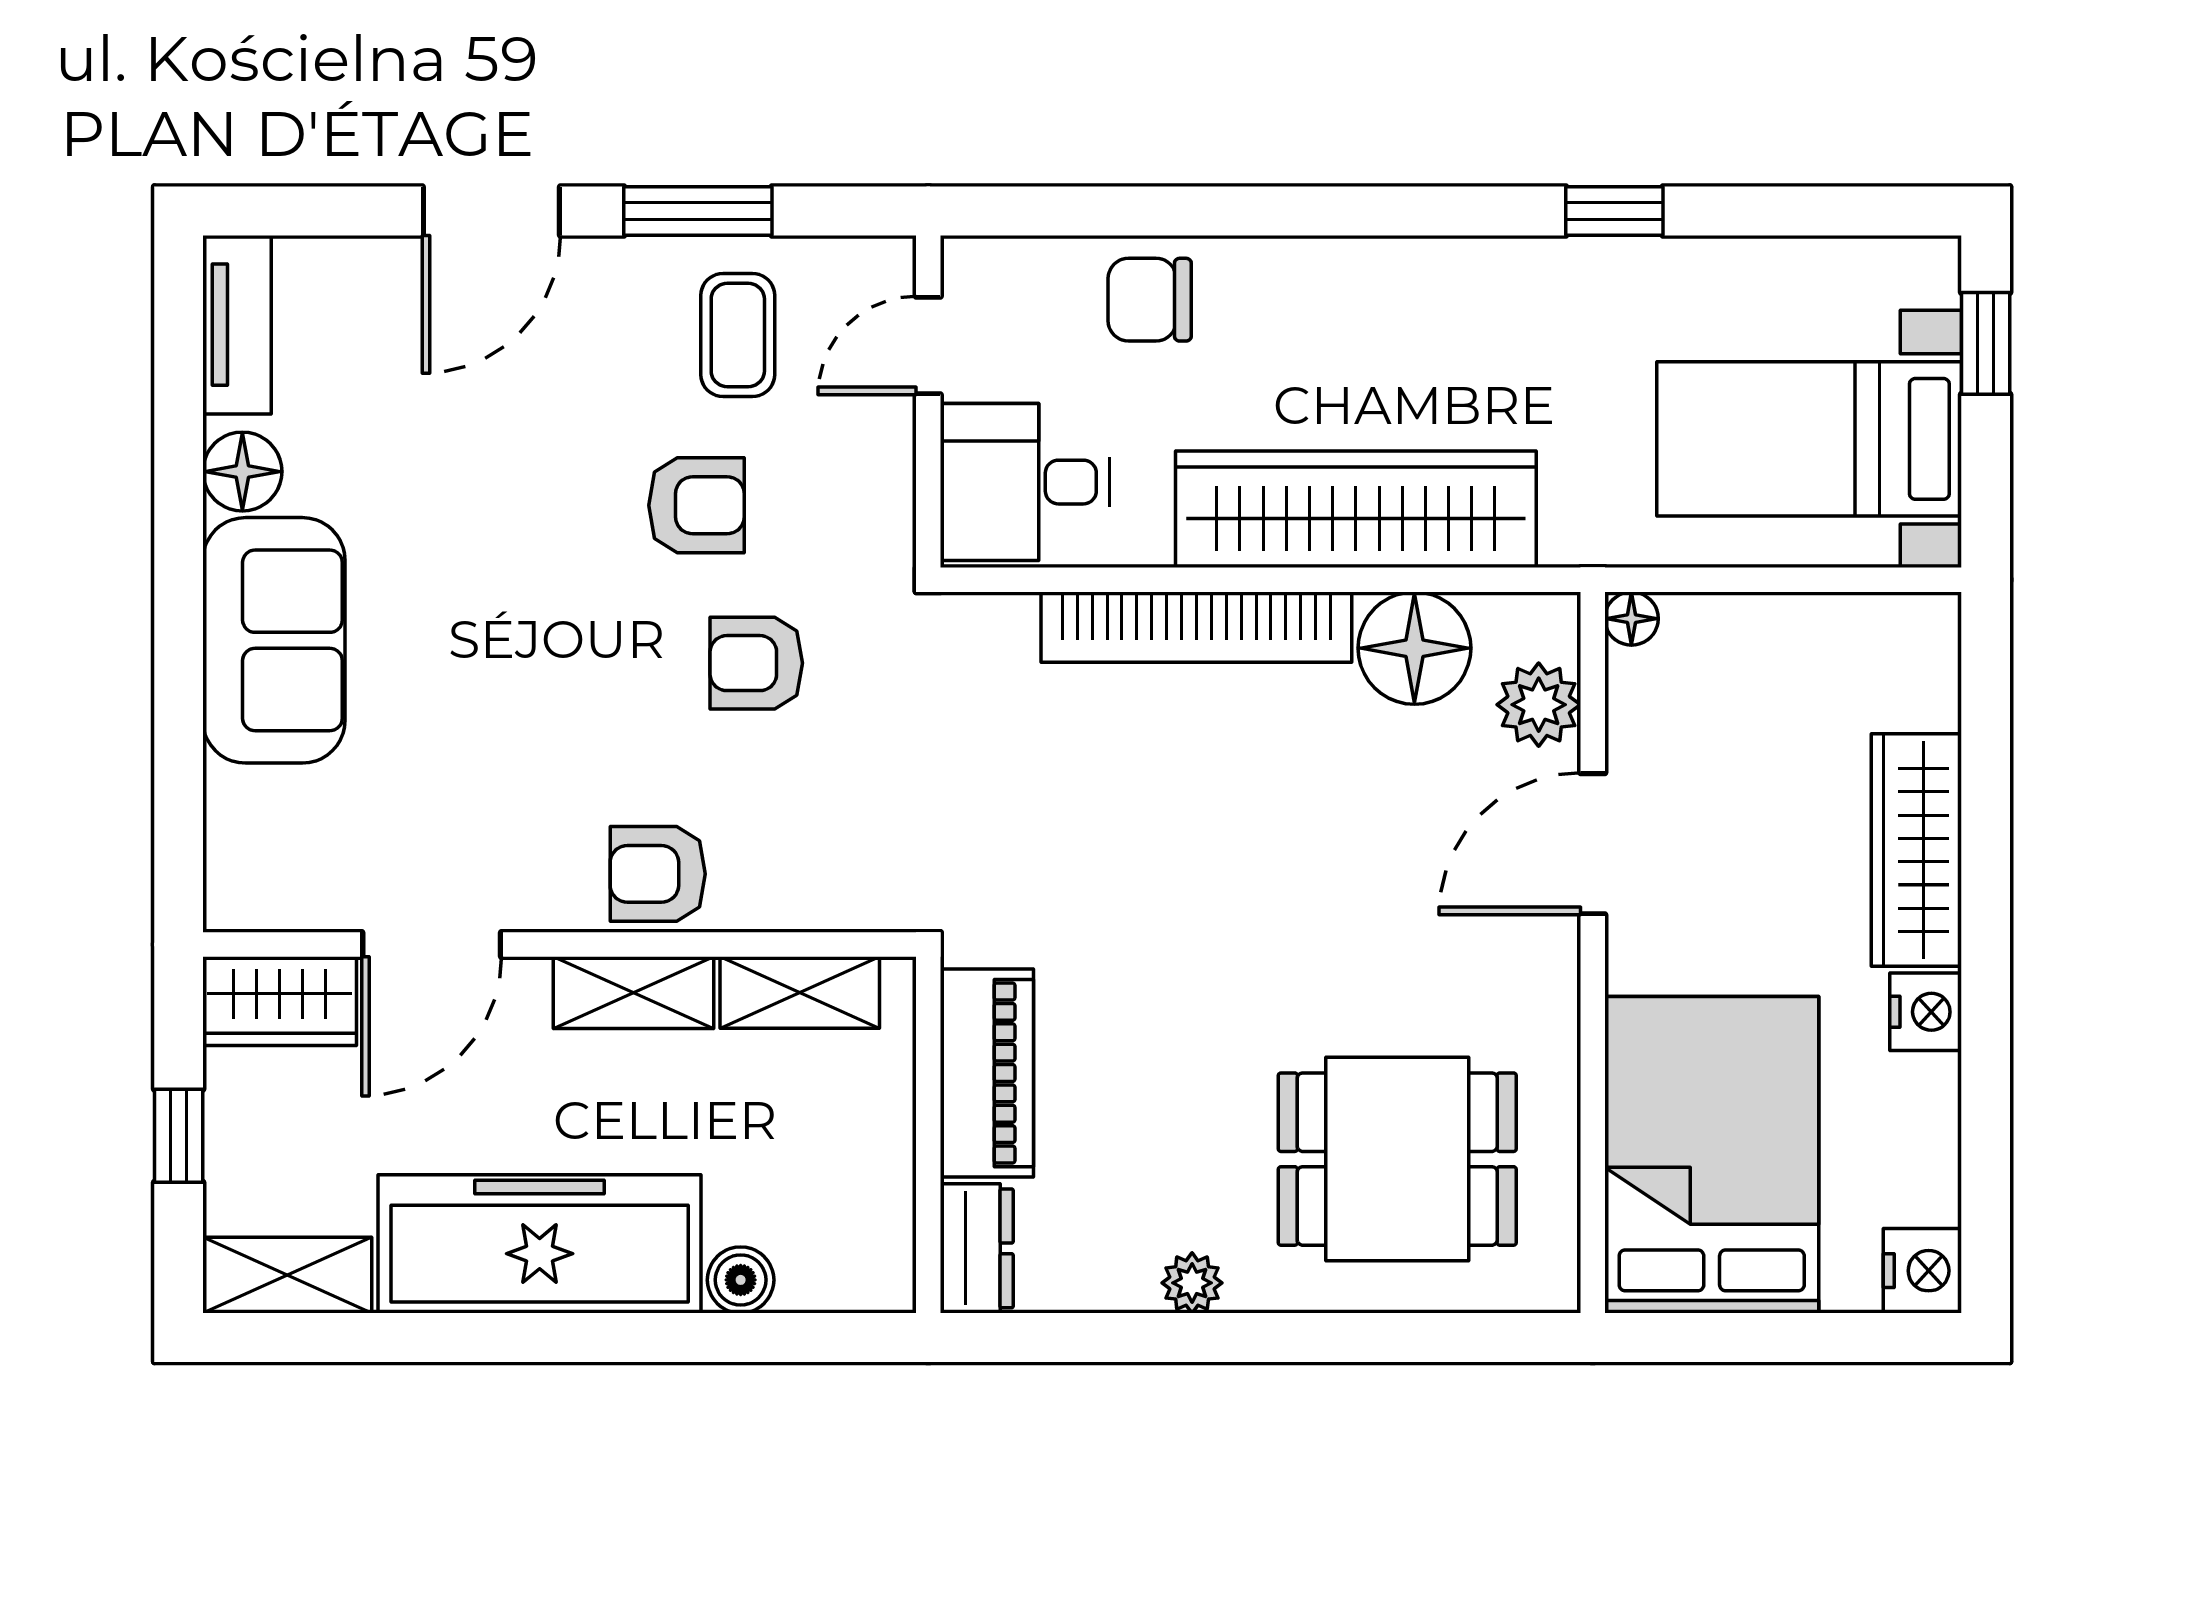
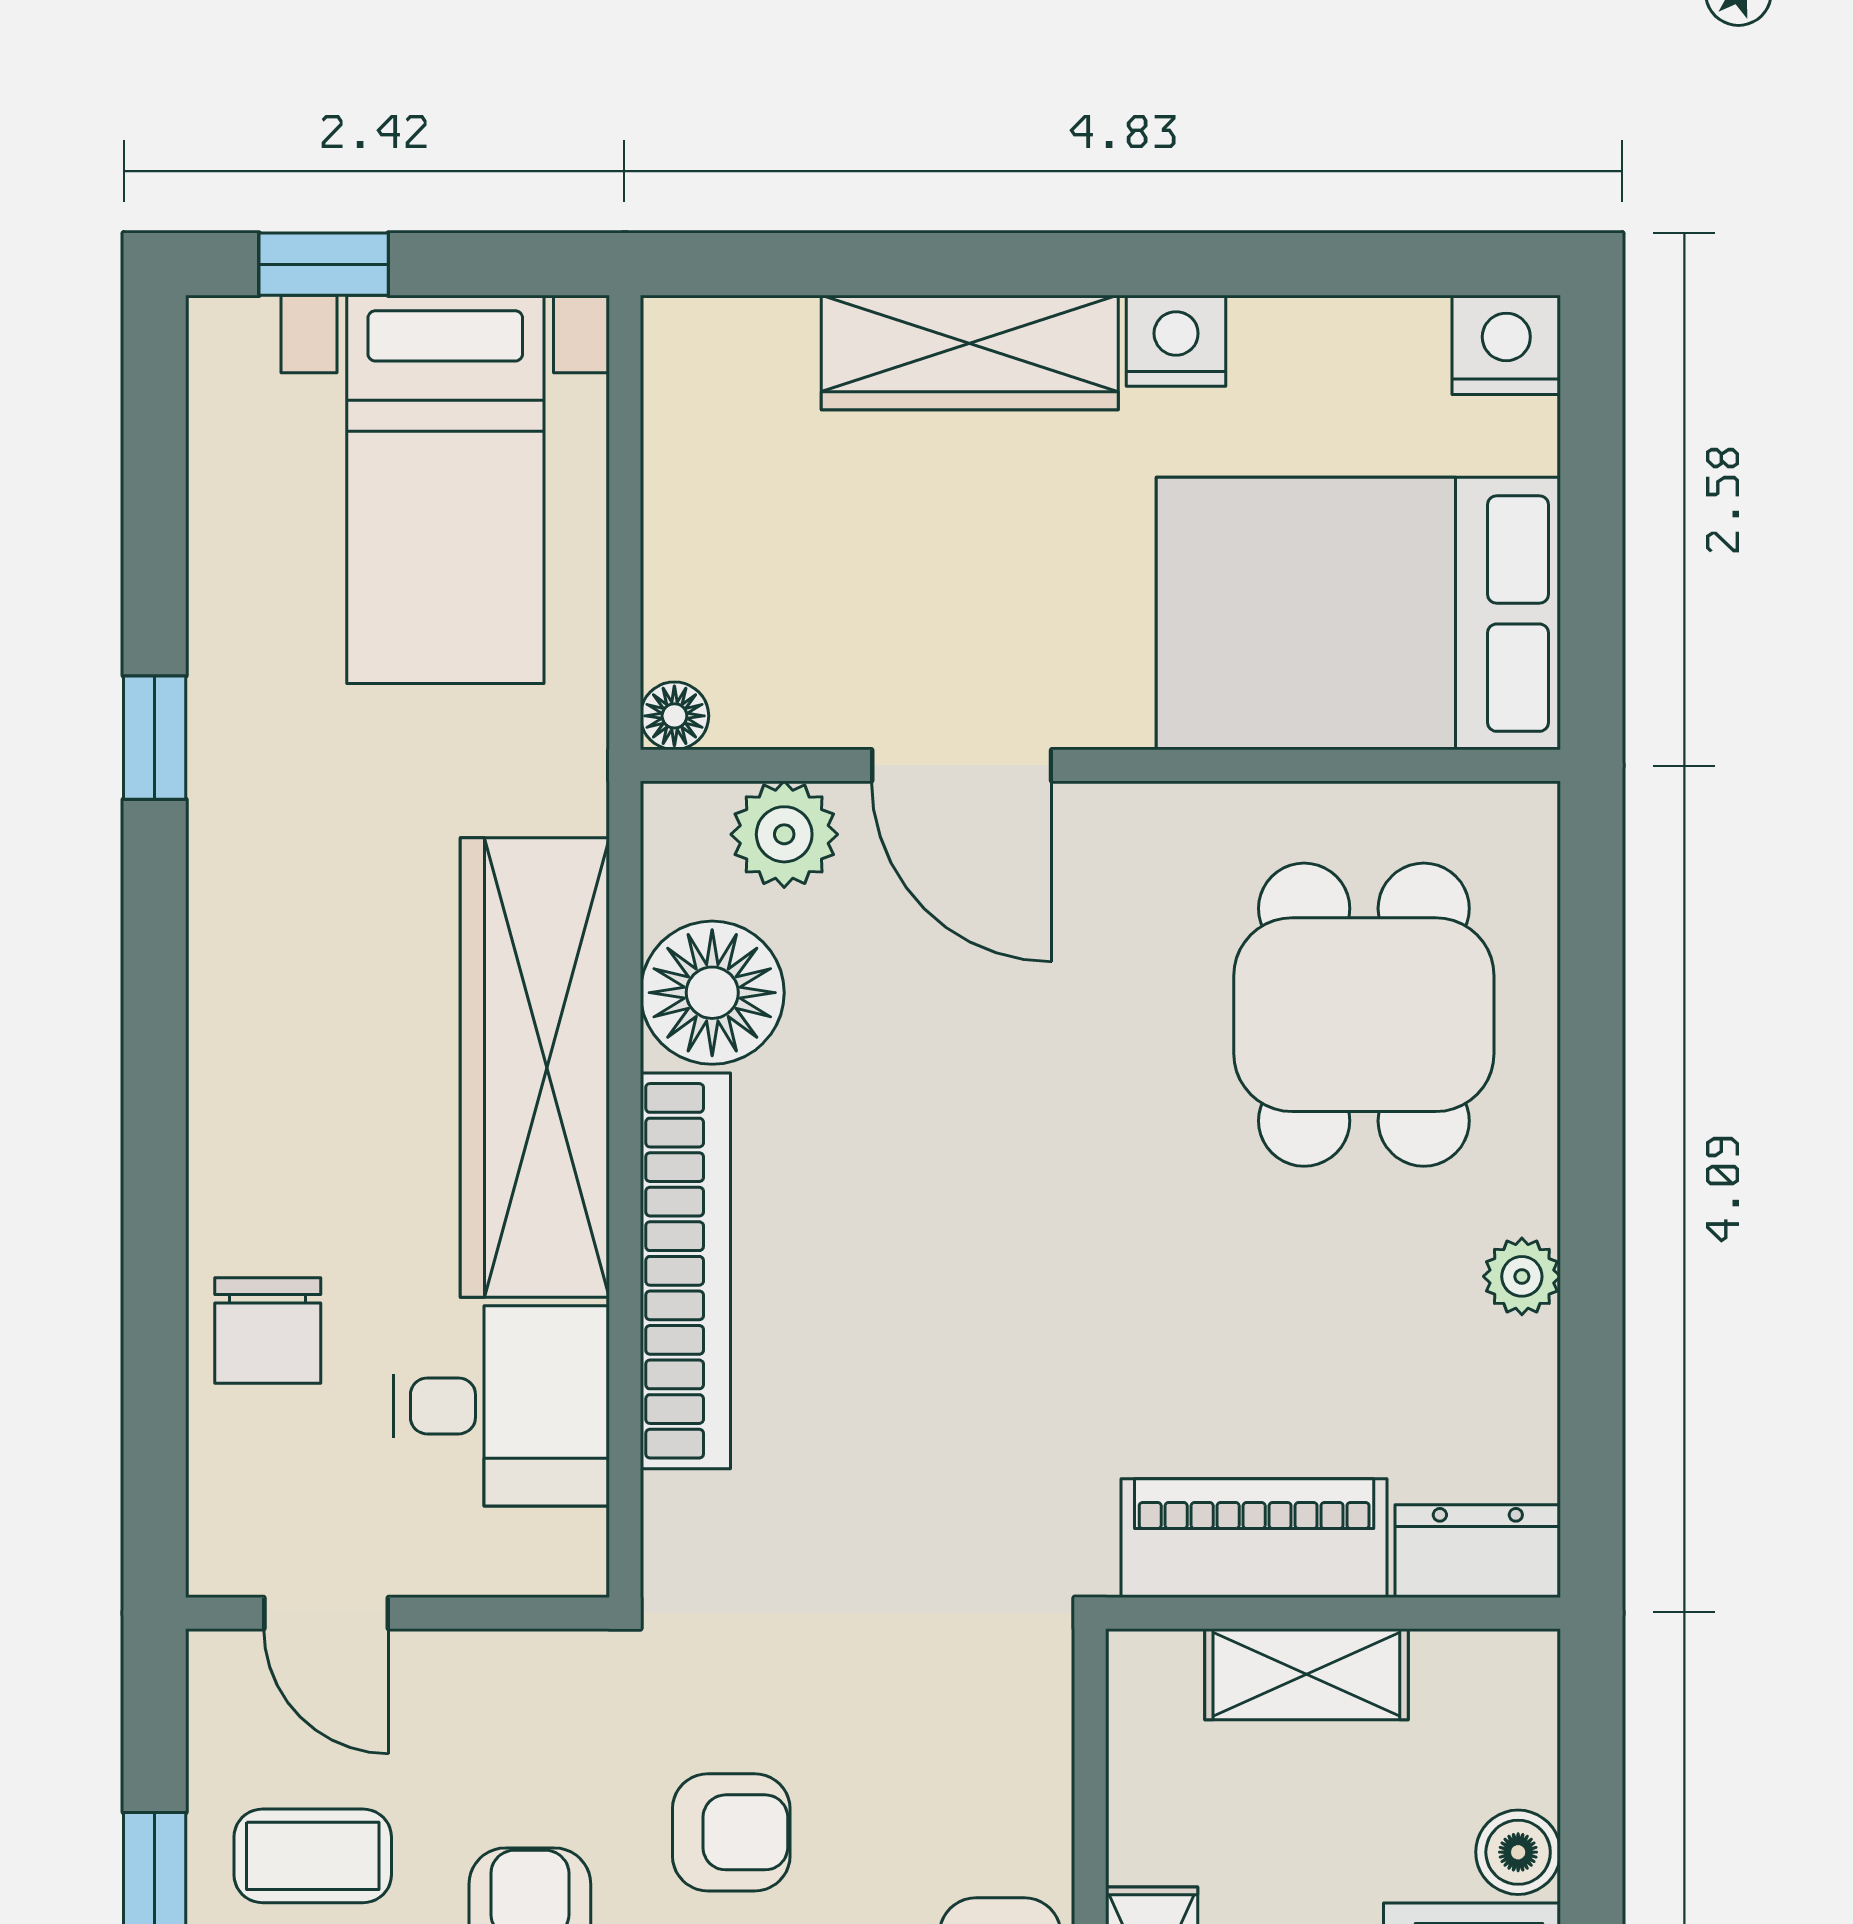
desk: (1025, 482) -> (501, 1406), moved, turned -90
armchair: (756, 663) -> (731, 1832), turned -90
shelving: (800, 992) -> (1306, 1674), moved, turned 90

